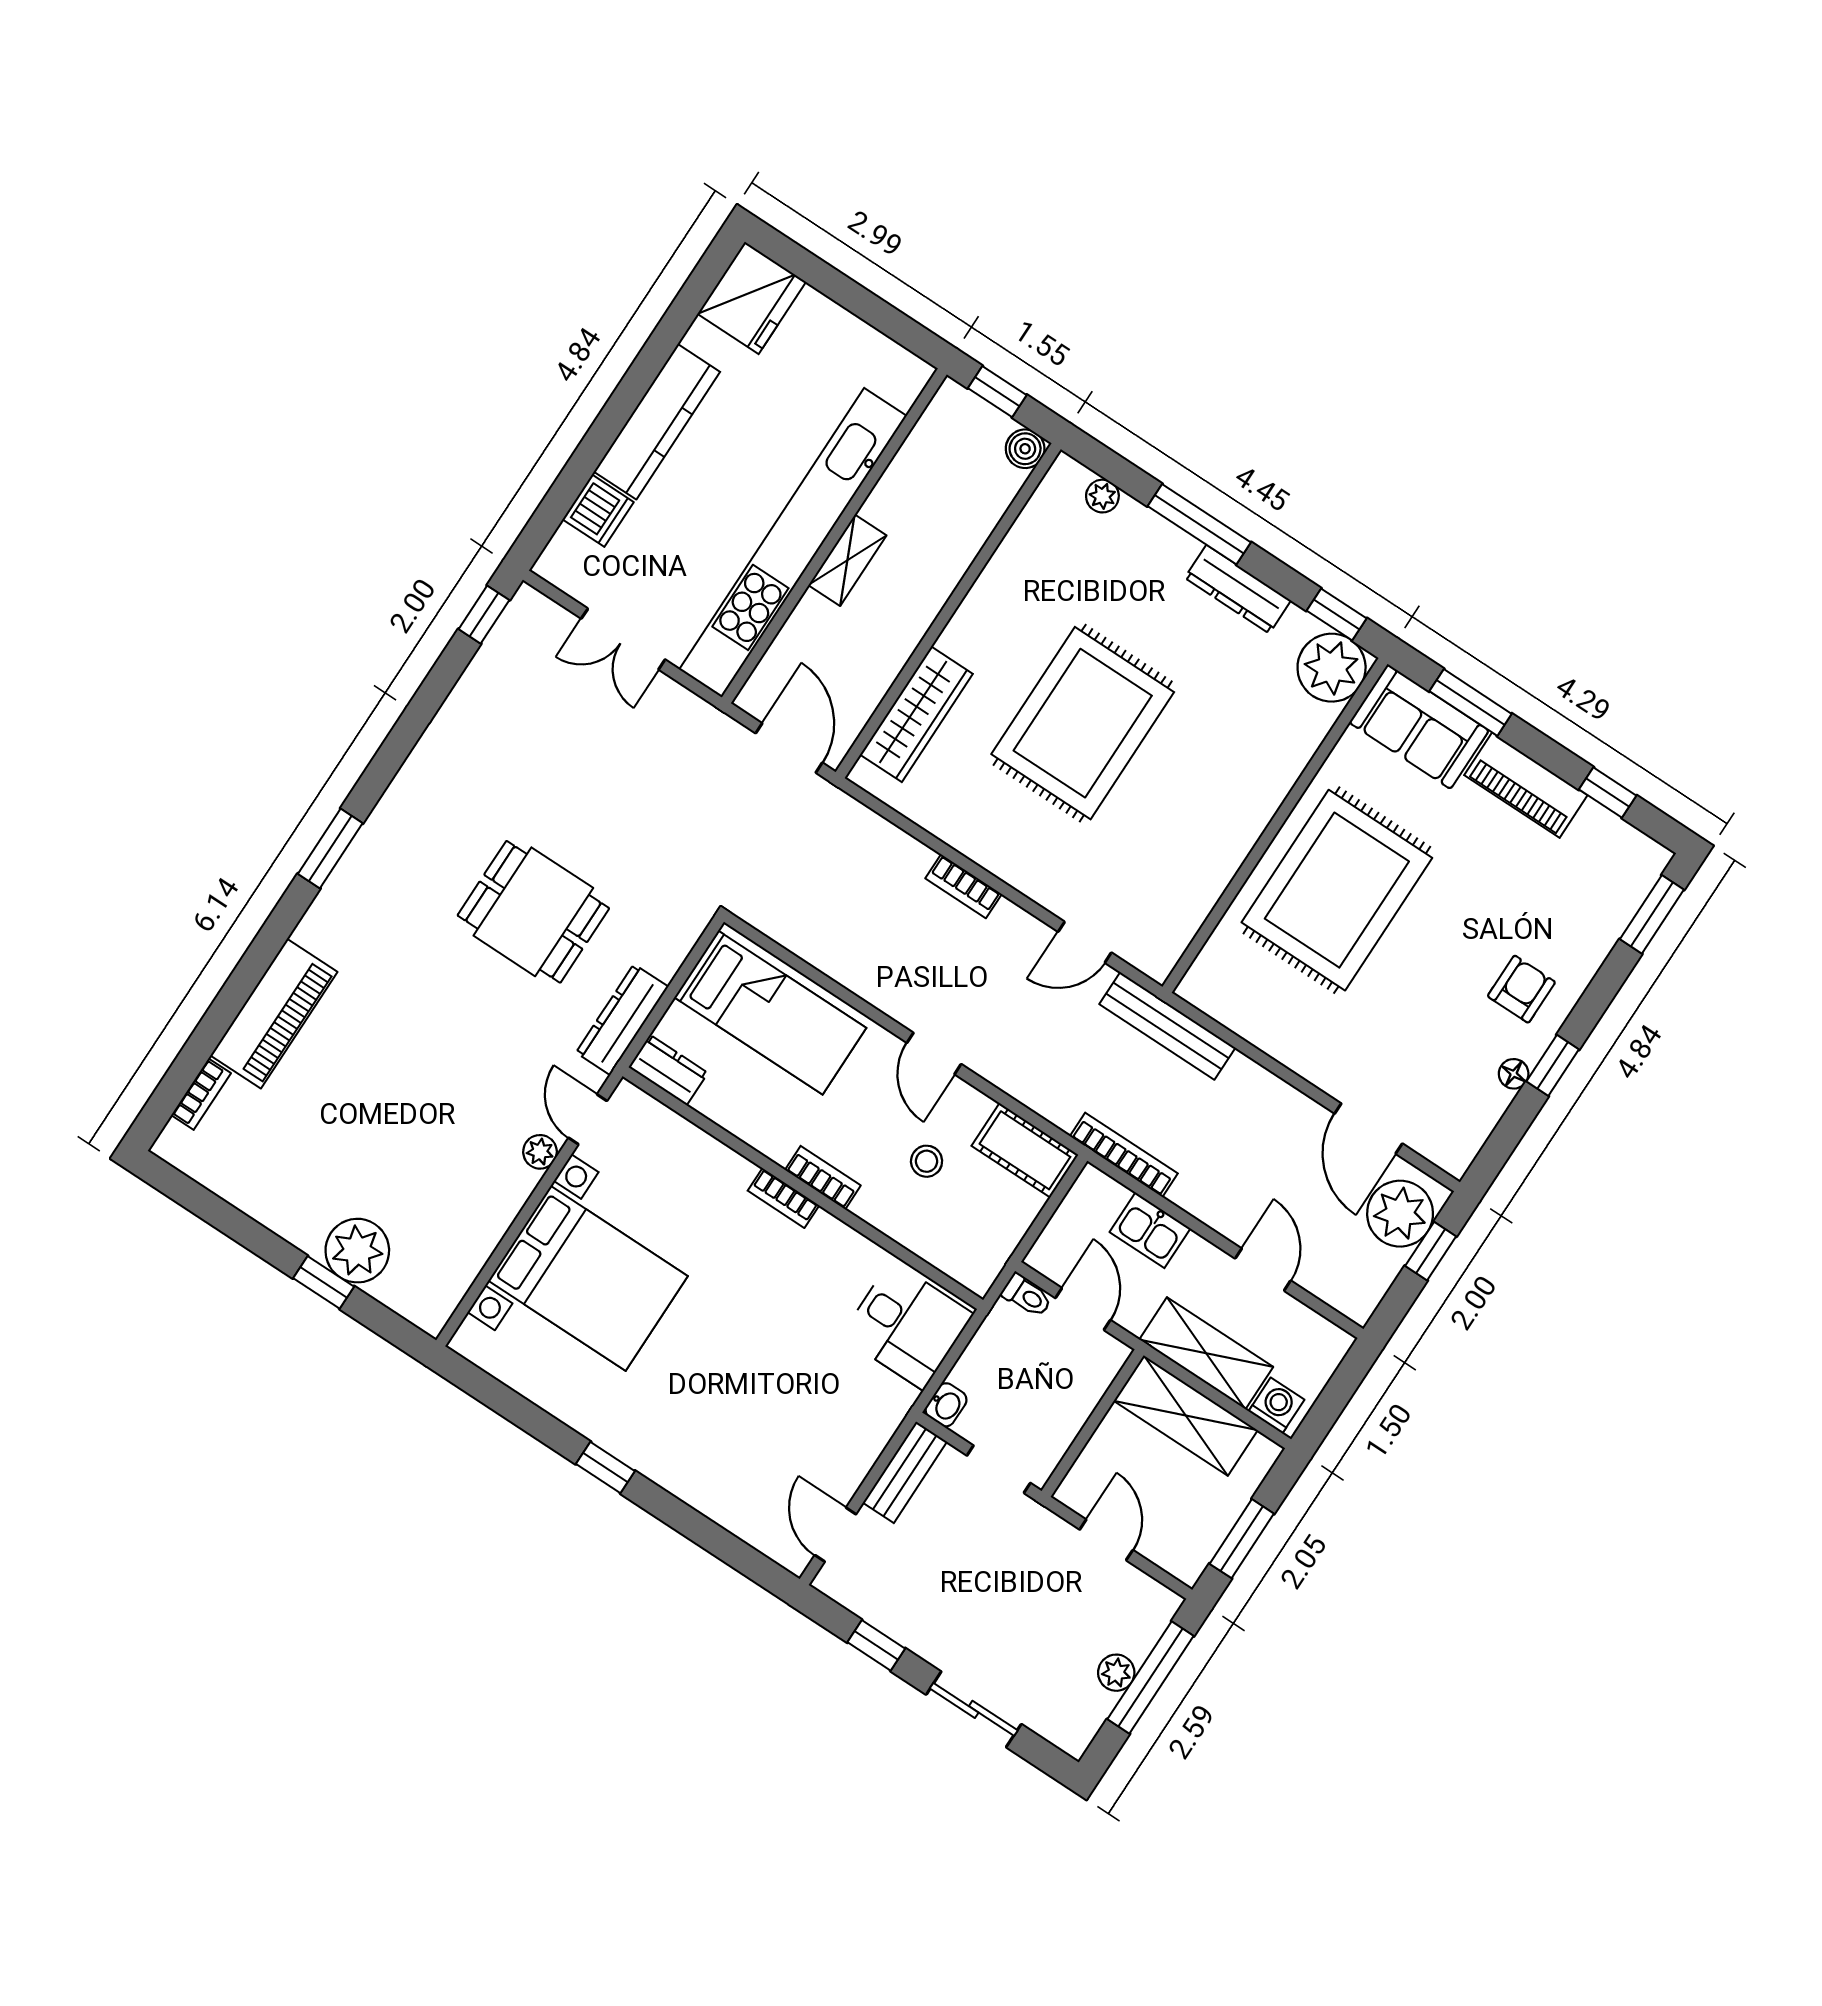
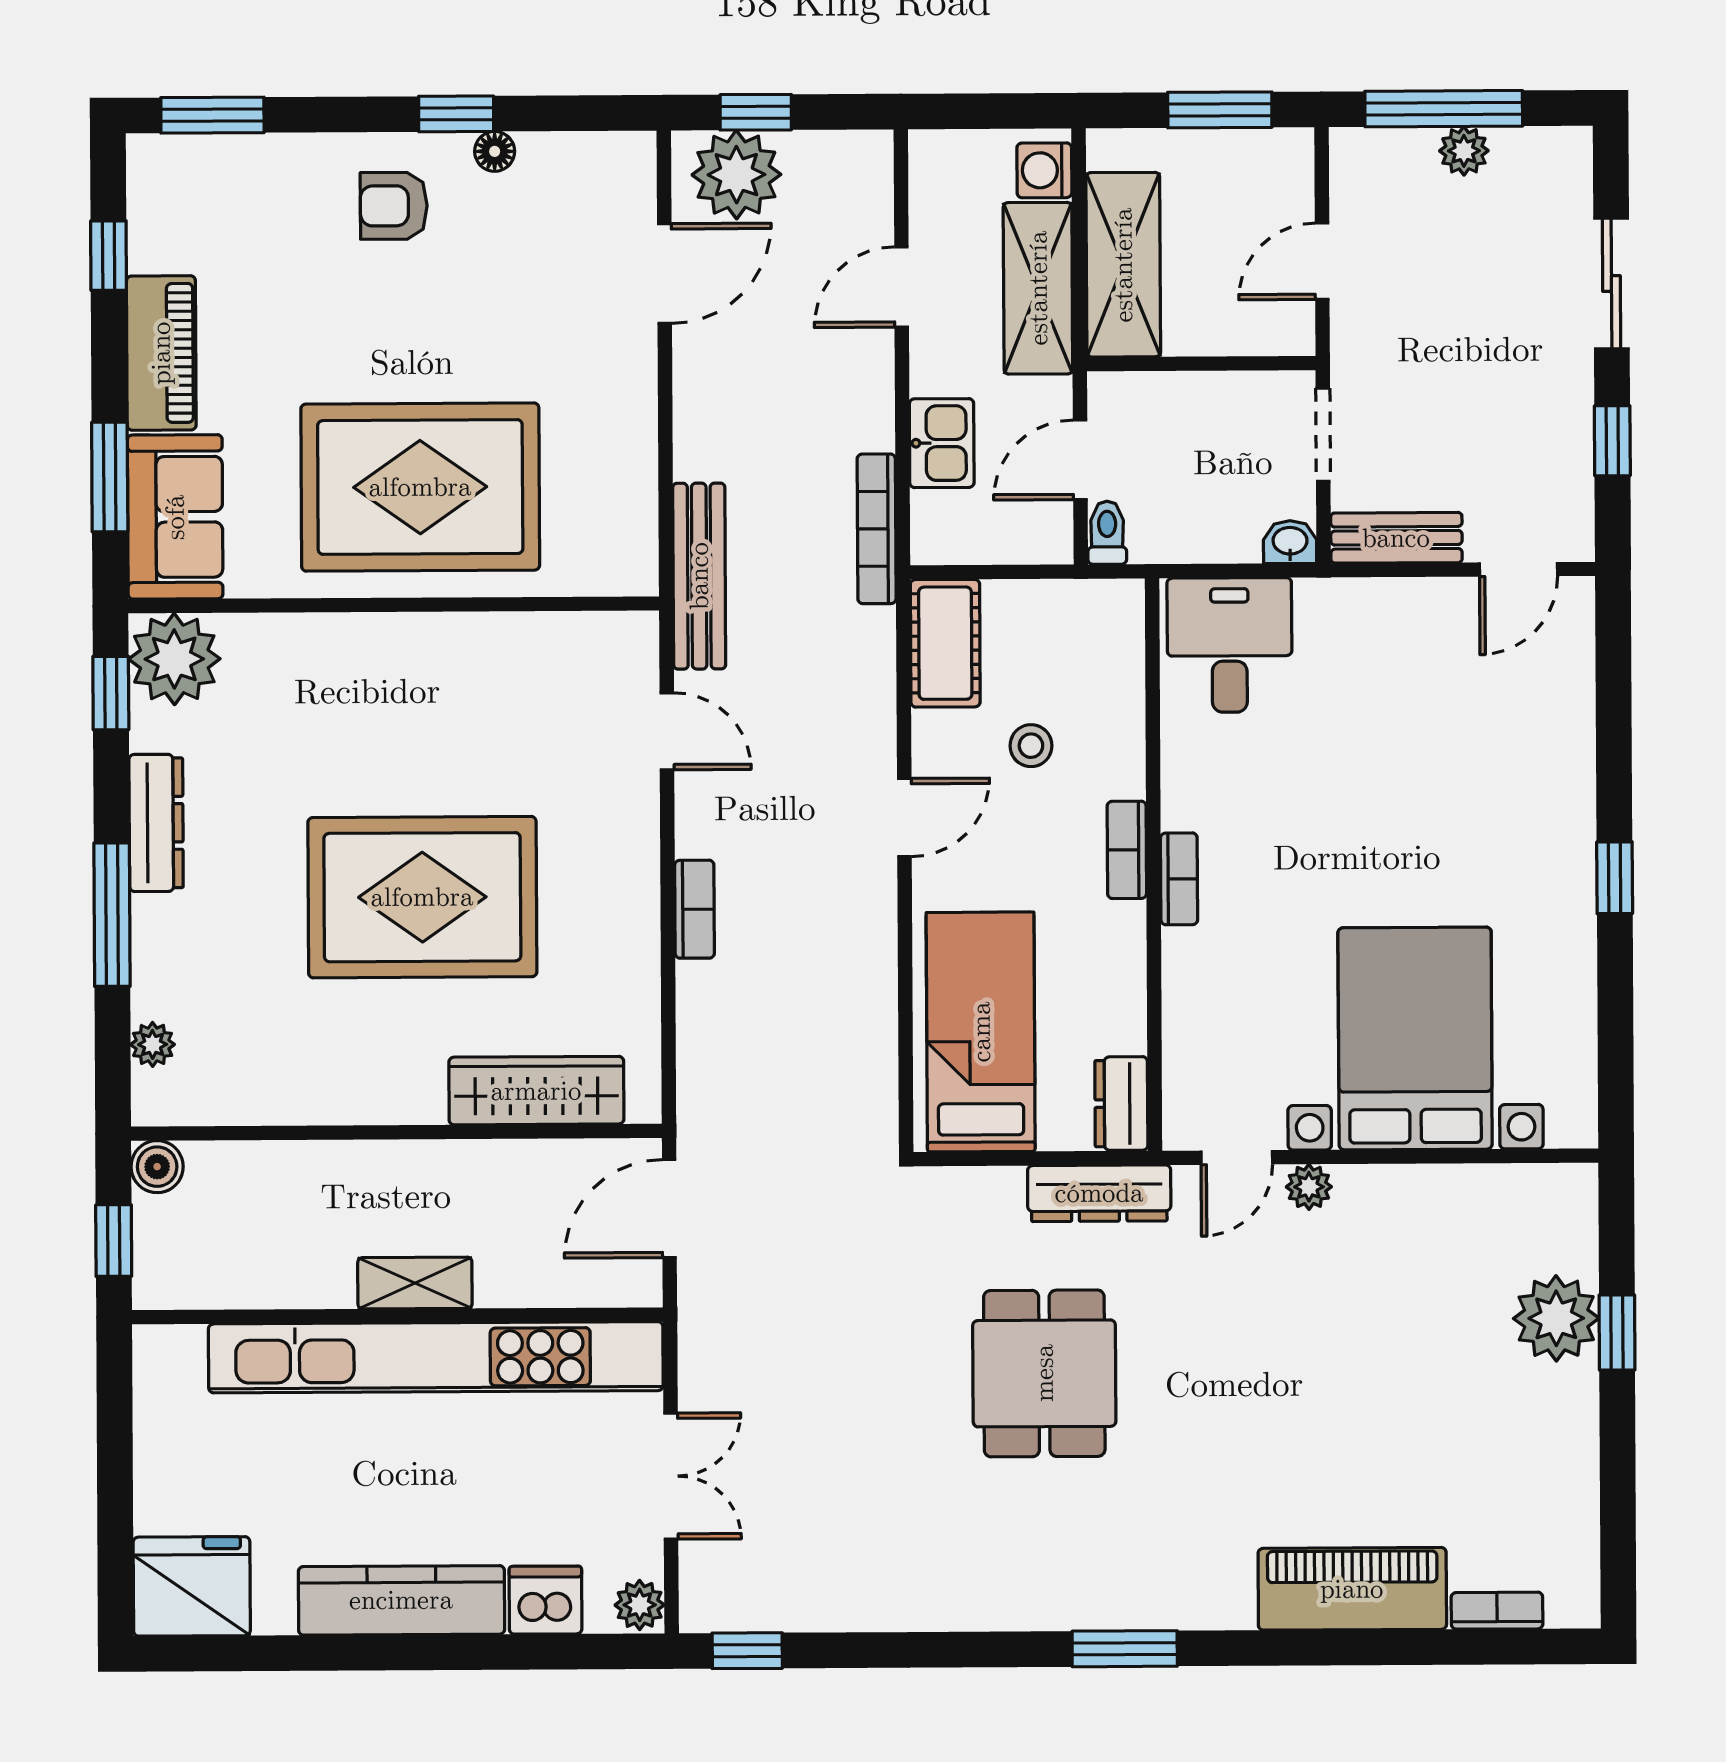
plant: (556, 567) -> (640, 1605), added

